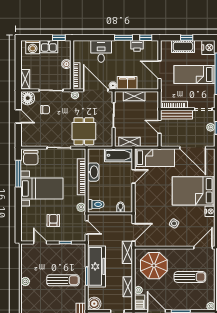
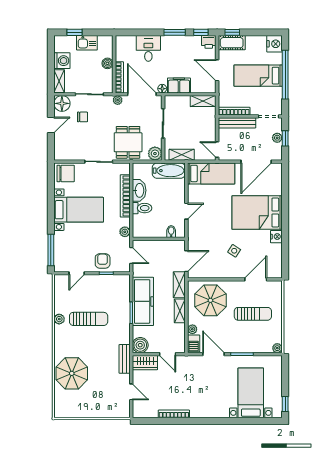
window: (59, 38) -> (74, 32), moved
window: (187, 38) -> (232, 32), moved
printer: (137, 46) -> (209, 42), moved
cot: (183, 46) -> (232, 43), moved
washing machine: (33, 47) -> (62, 61), moved, turned -90
shelving: (134, 96) -> (203, 101), moved
door: (18, 116) -> (51, 125), hinge flipped
door: (160, 127) -> (217, 150), moved
plant: (107, 141) -> (155, 154), added
door: (193, 148) -> (256, 162), hinge flipped
chair: (31, 158) -> (66, 173), turned -90
window: (18, 174) -> (51, 250), moved
door: (133, 176) -> (186, 211), moved
toilet: (96, 204) -> (142, 208), moved
armchair: (53, 221) -> (103, 261), moved
door: (40, 242) -> (77, 273), swing flipped
door: (203, 248) -> (256, 279), moved
sun lounger: (63, 280) -> (89, 319), moved
shelving: (128, 287) -> (180, 311), moved

